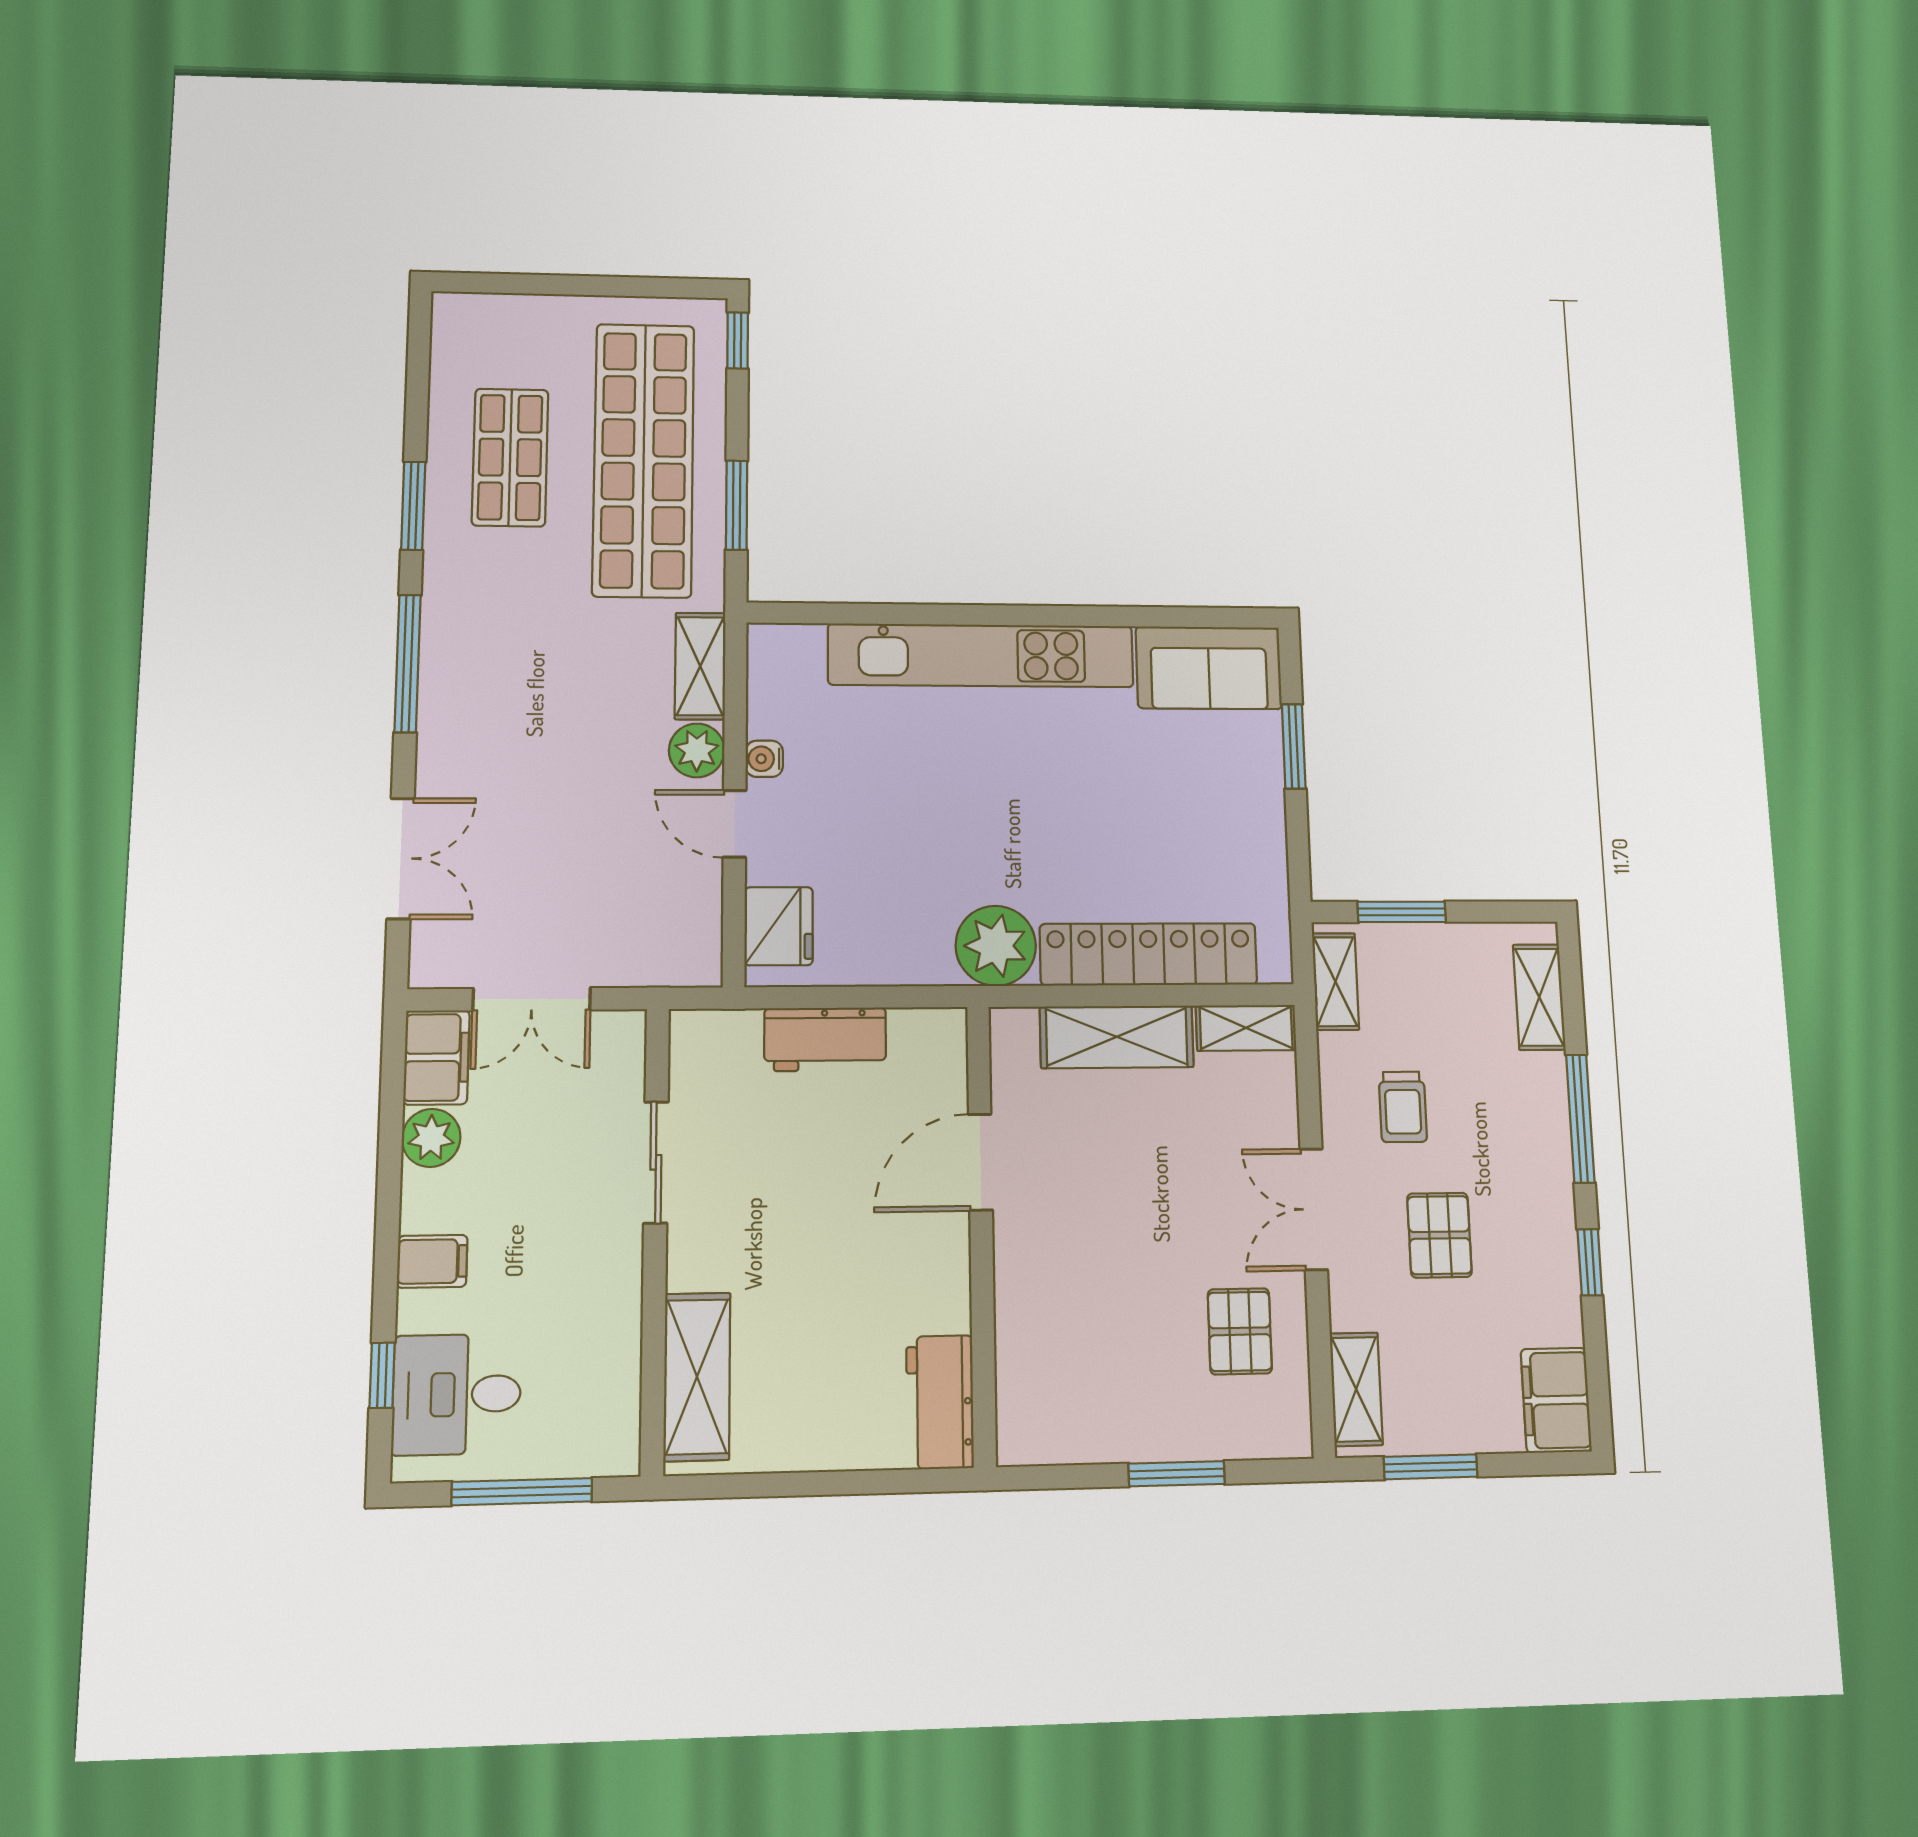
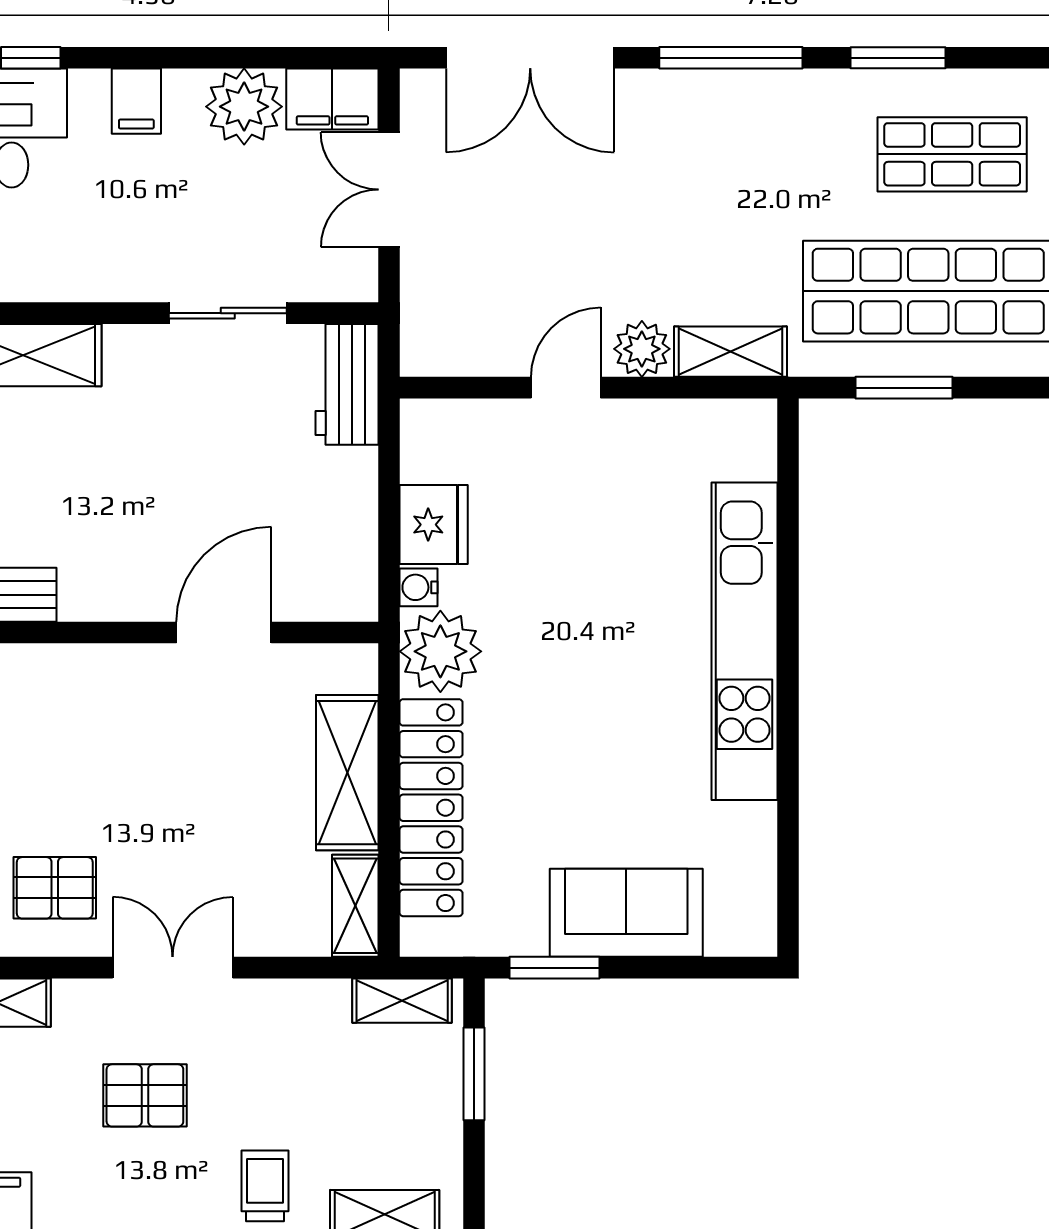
sofa: (1209, 668) -> (626, 913), moved, turned 90
window: (1294, 746) -> (555, 968), moved
water cooler: (764, 759) -> (418, 587), moved, turned -90
double door: (401, 859) -> (530, 58), width x1.37
fridge: (779, 926) -> (434, 525), moved, turned -90
workbench: (825, 1039) -> (347, 384), moved
trolley: (1403, 1107) -> (265, 1186), moved, turned 90
plant: (431, 1138) -> (244, 107), width x1.36, depth x1.36
door: (980, 1162) -> (224, 632), hinge flipped

